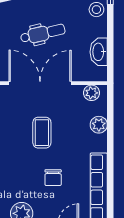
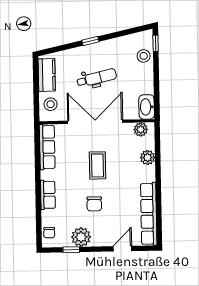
washbasin: (99, 52) -> (147, 107), moved
chair: (53, 178) -> (94, 204), moved

